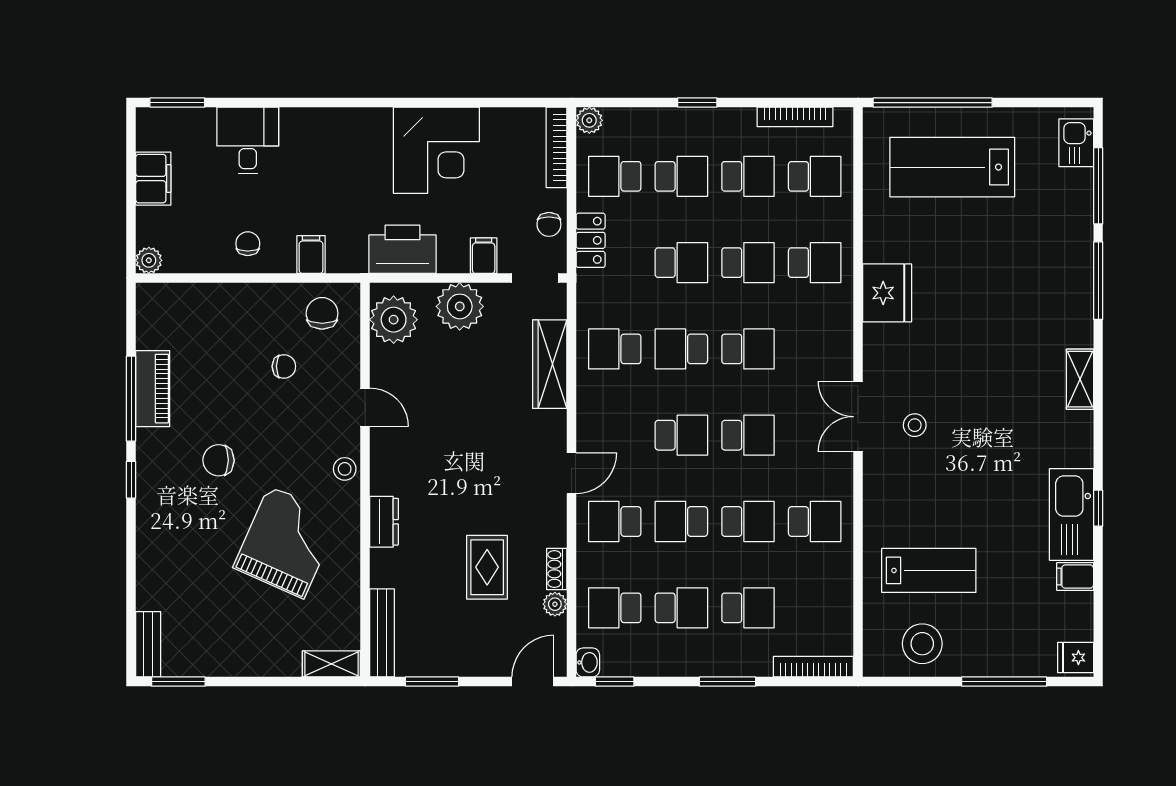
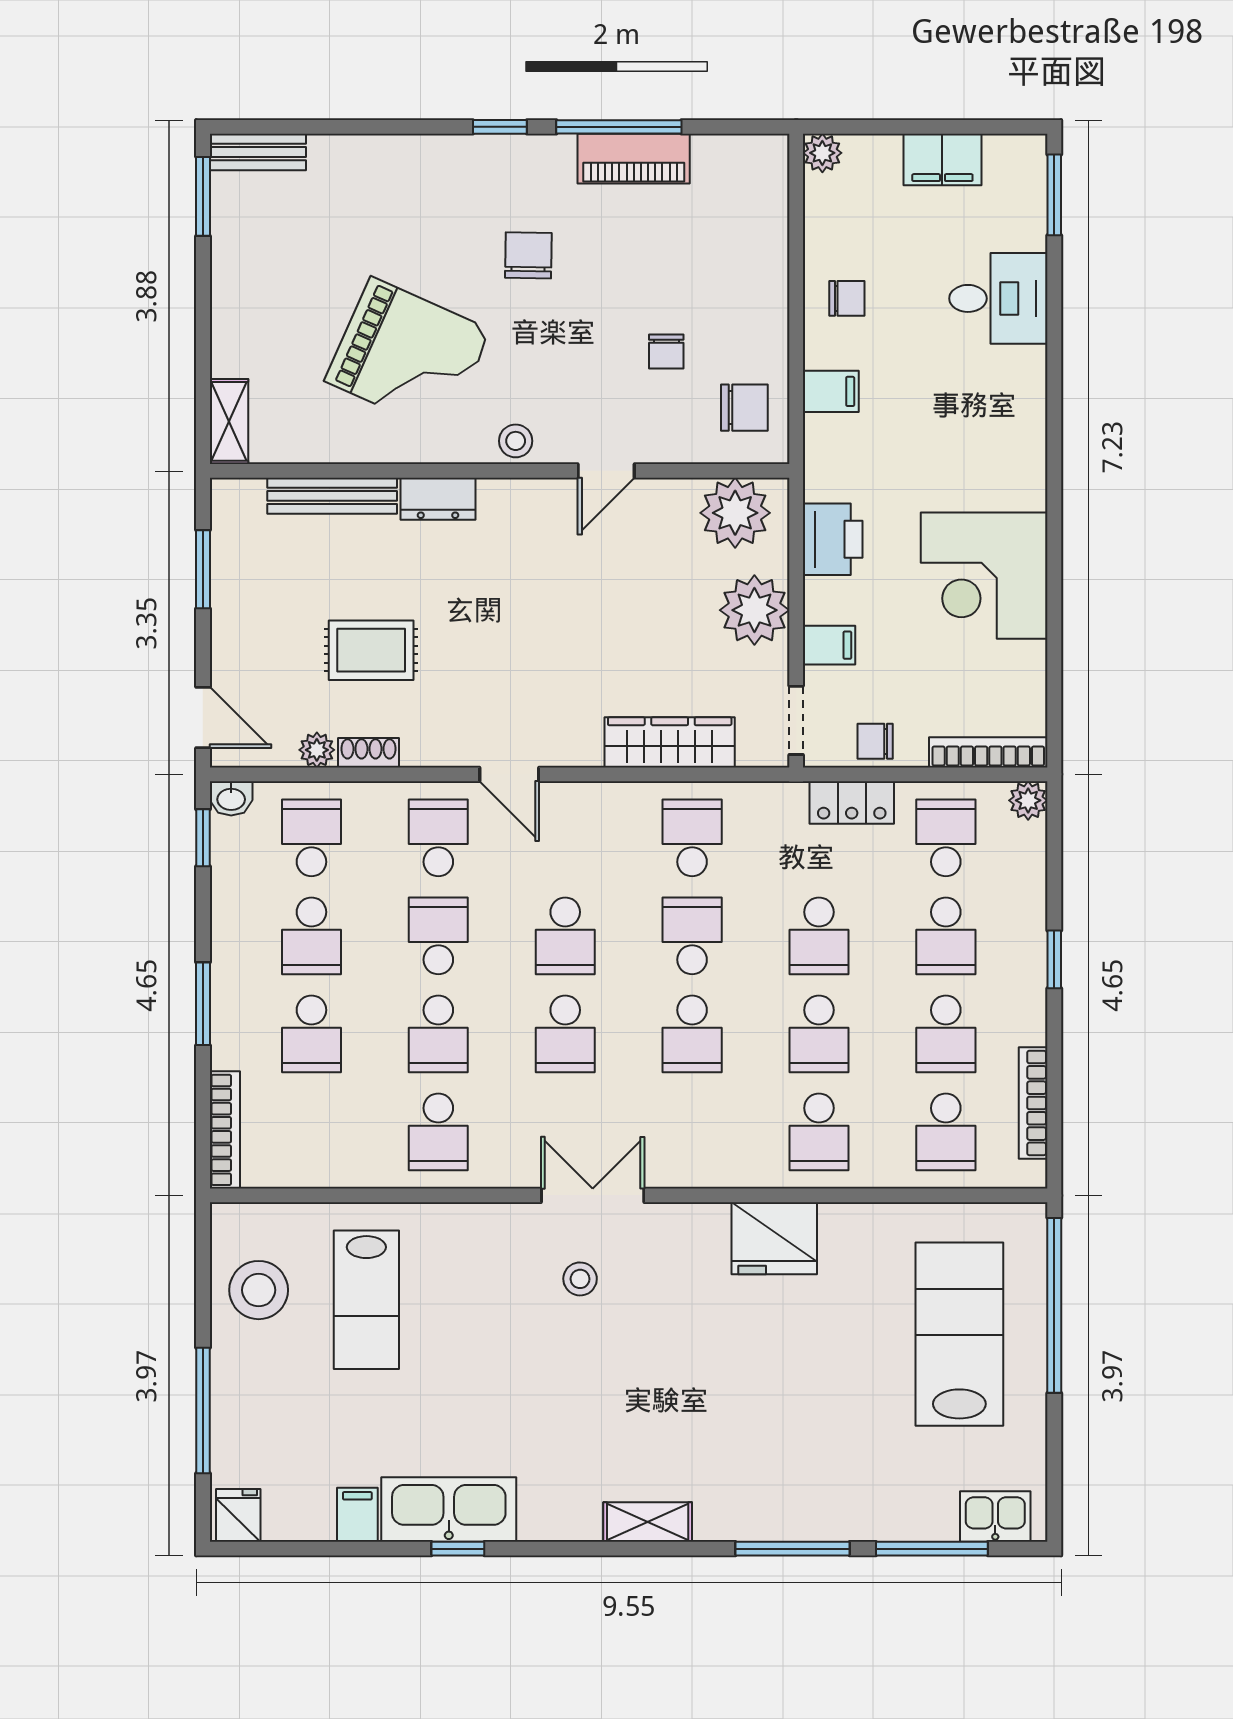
printer: (402, 249) -> (833, 539), width x0.73, depth x0.84
bench: (382, 633) -> (332, 496), moved

